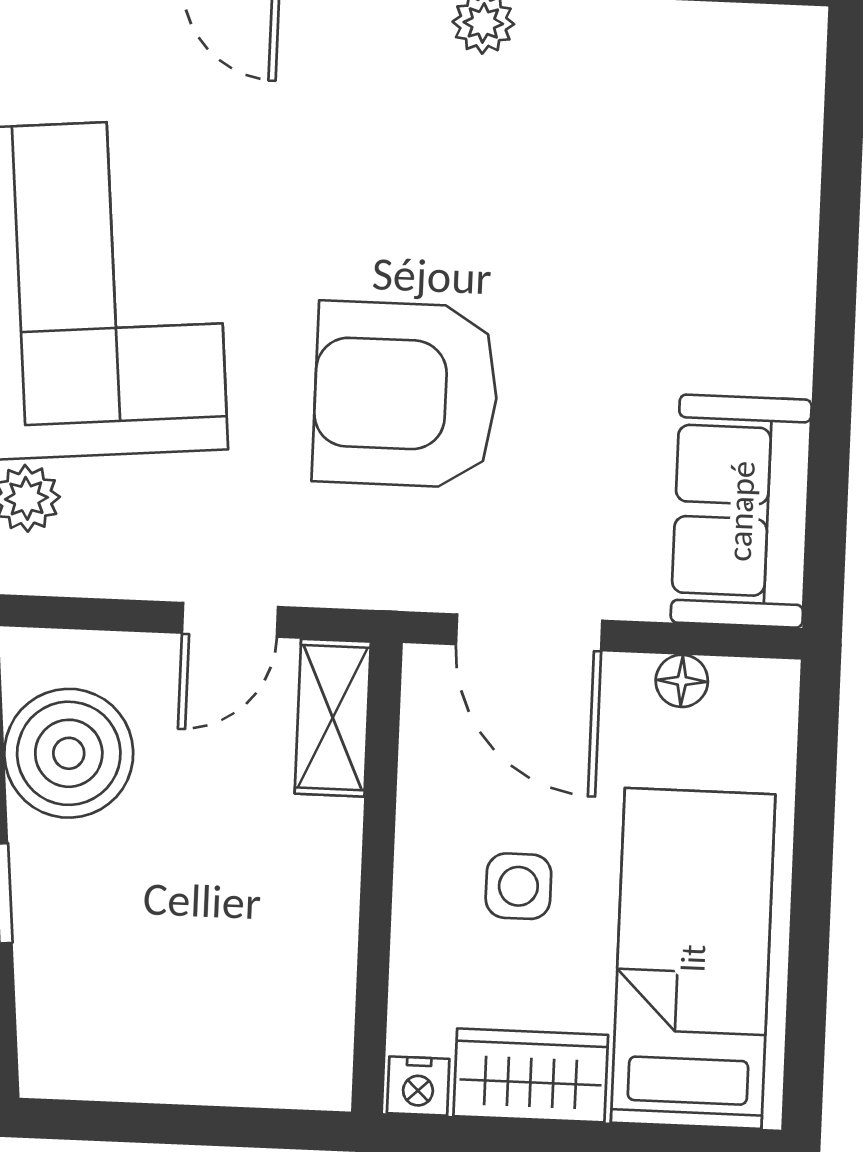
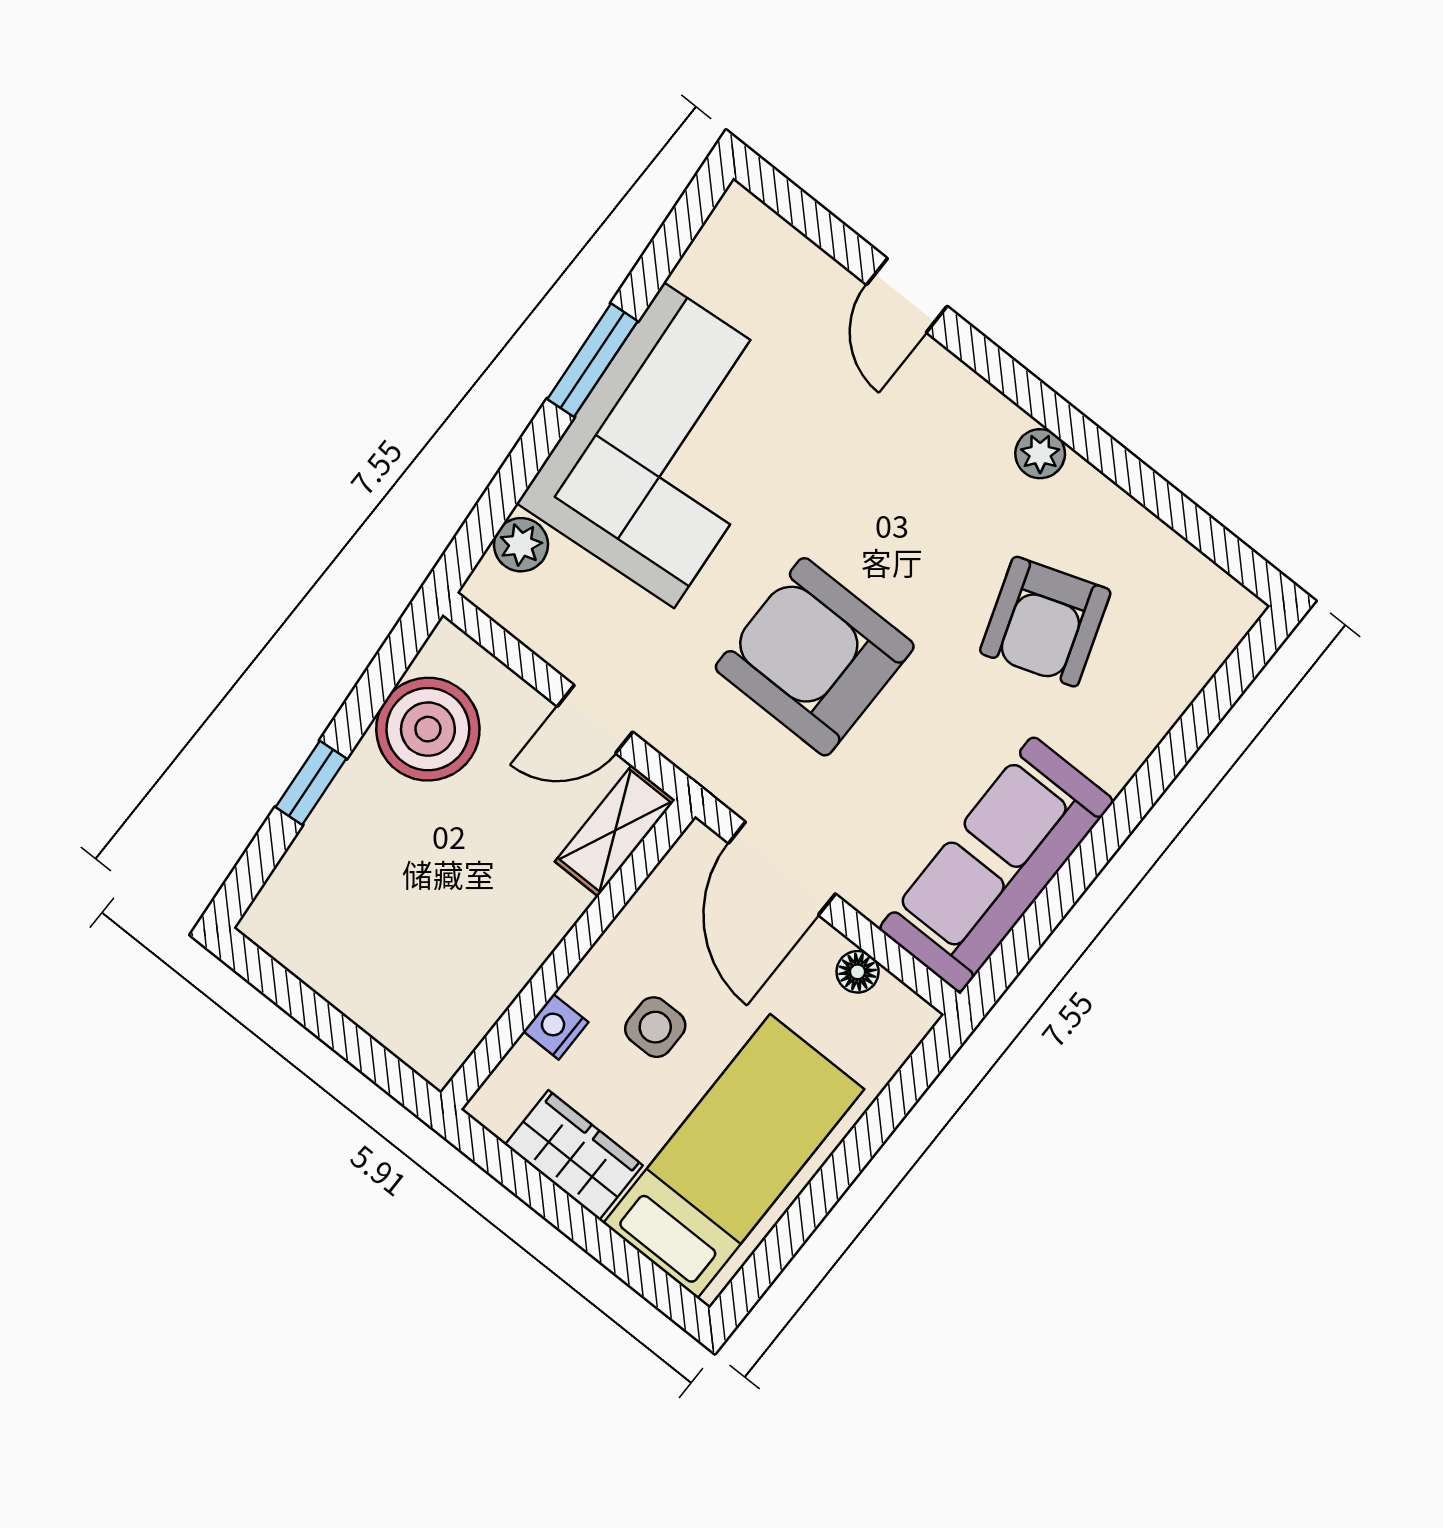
armchair: (613, 189) -> (1045, 622), added
sofa: (741, 511) -> (996, 865), width x1.36
nightstand: (418, 1086) -> (556, 1027), moved, turned 90

